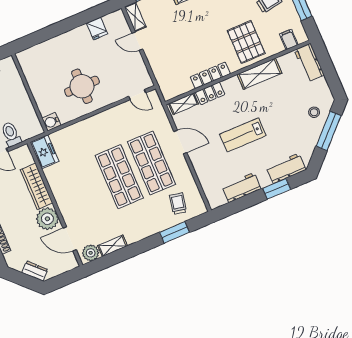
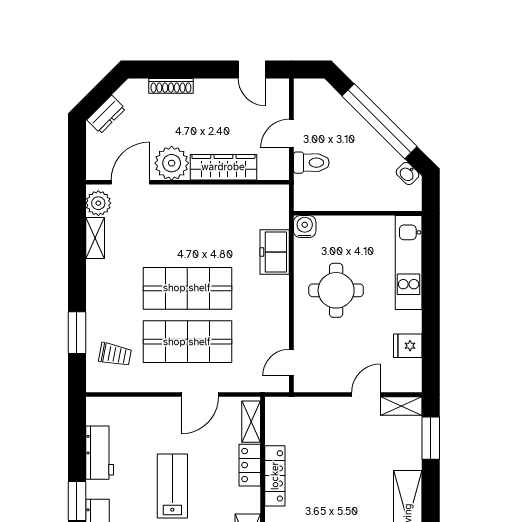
kitchen unit: (46, 49) -> (409, 263), added
freezer: (44, 152) -> (275, 252), moved, turned 90

